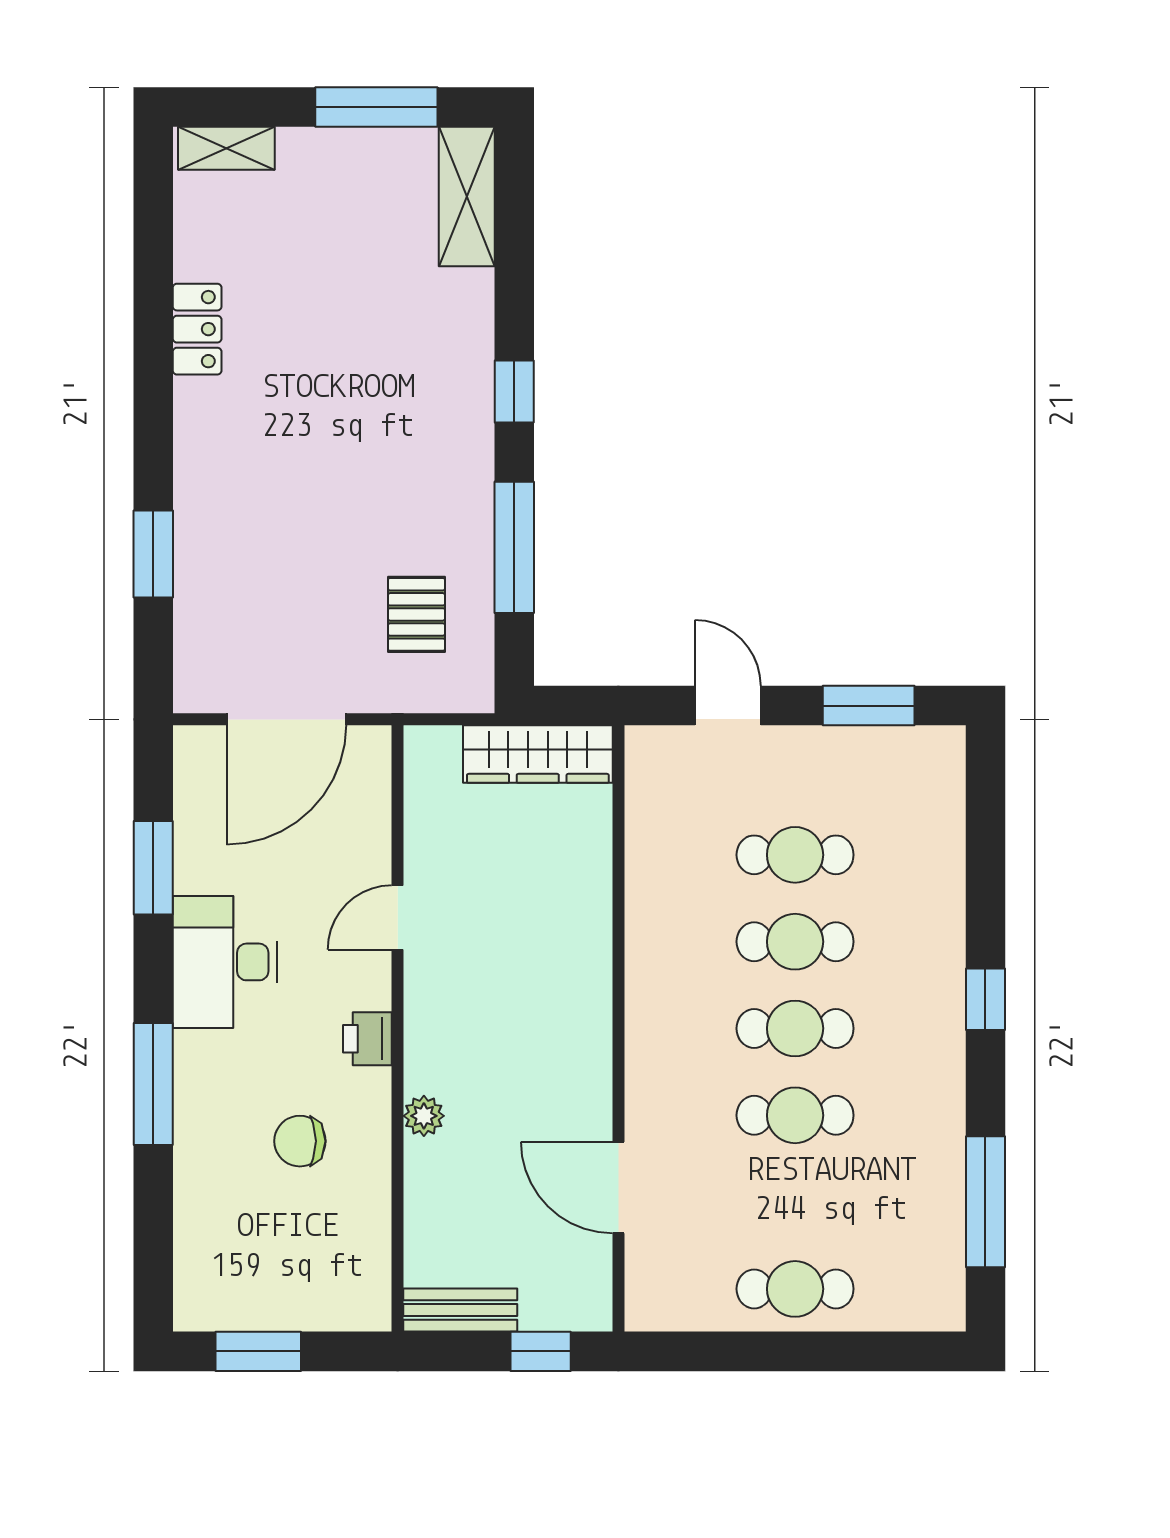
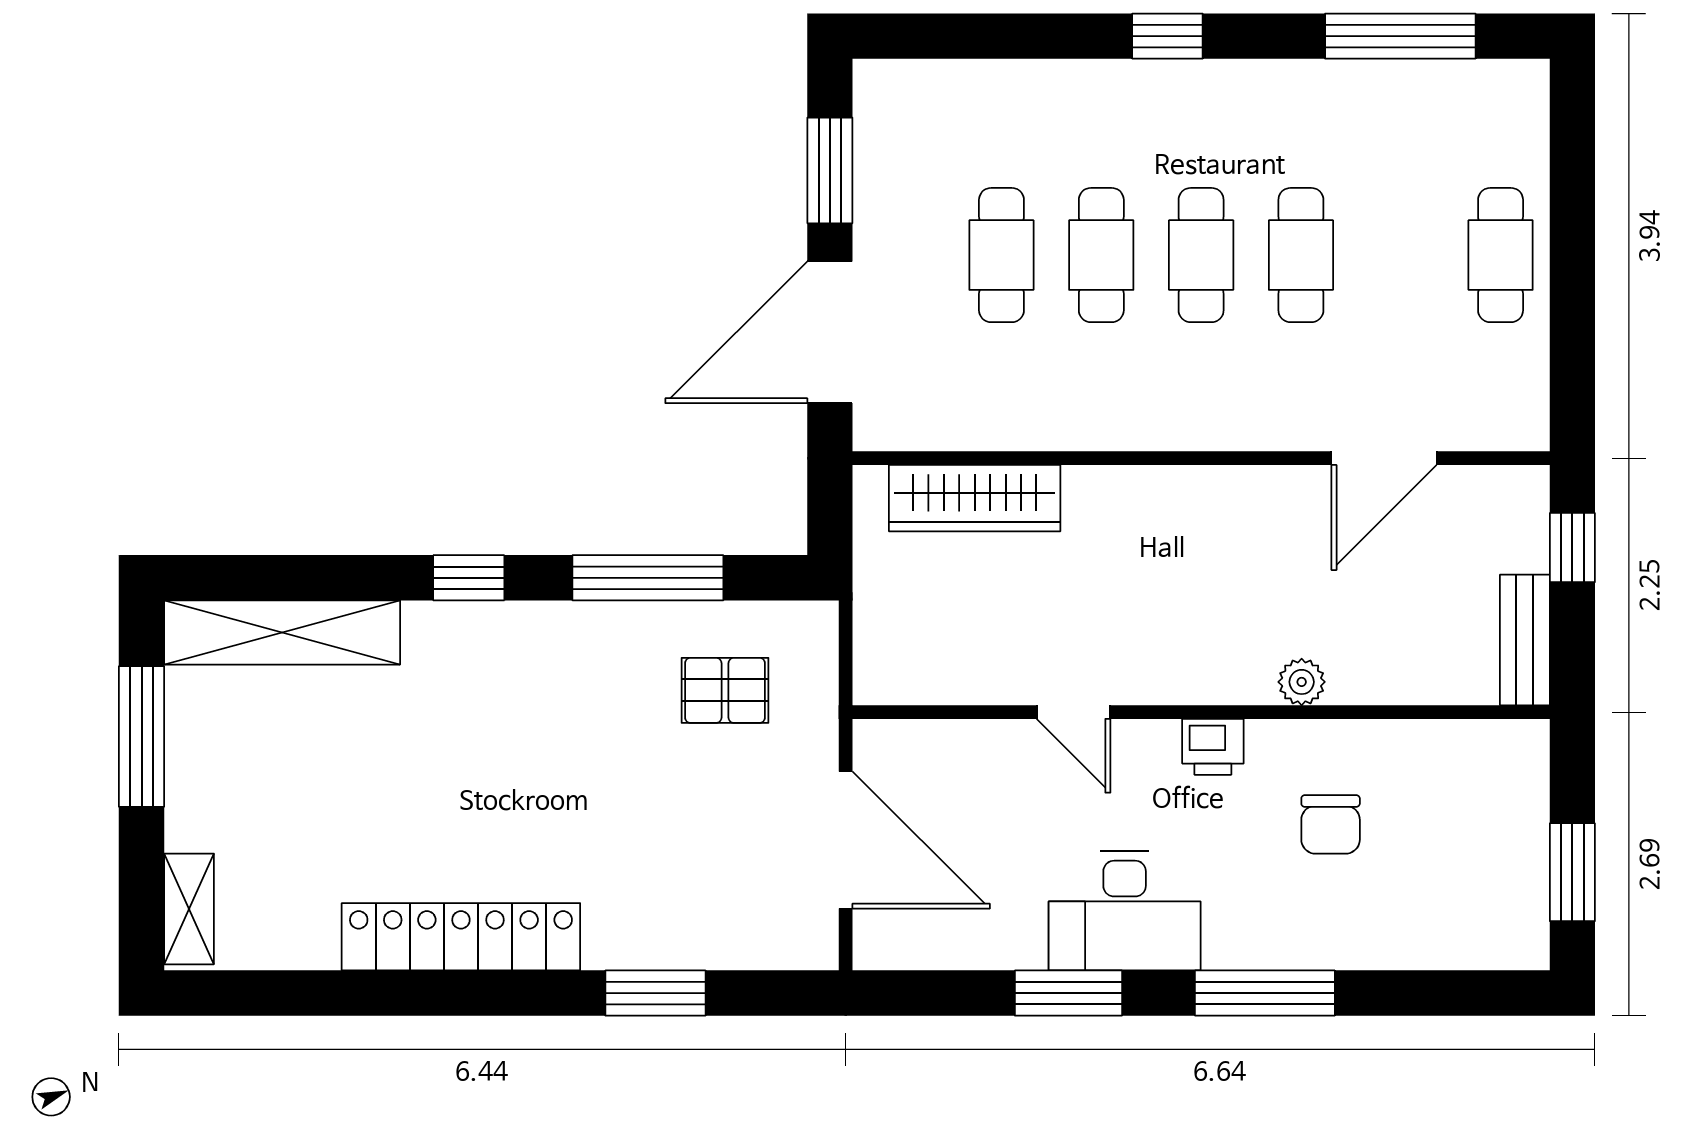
shelving: (467, 197) -> (282, 633), width x1.47
locker: (197, 329) -> (461, 937), width x2.16, depth x1.21
door: (728, 706) -> (830, 332), width x1.87
wardrobe: (538, 754) -> (975, 498), moved, turned 90
window: (153, 868) -> (1068, 993), moved

